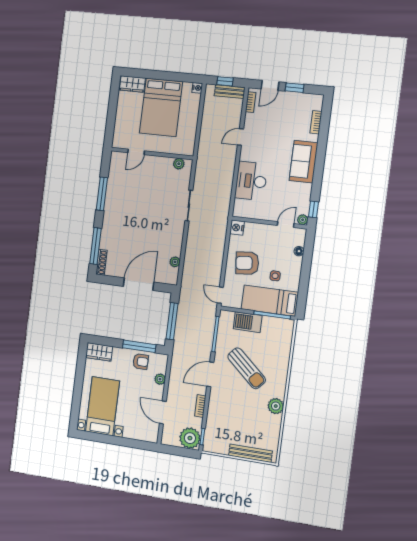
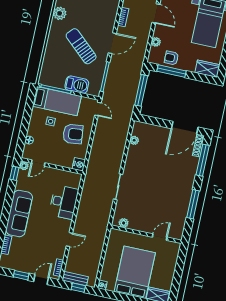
sofa: (304, 162) -> (19, 213), width x1.36
door: (139, 284) -> (185, 128), moved

